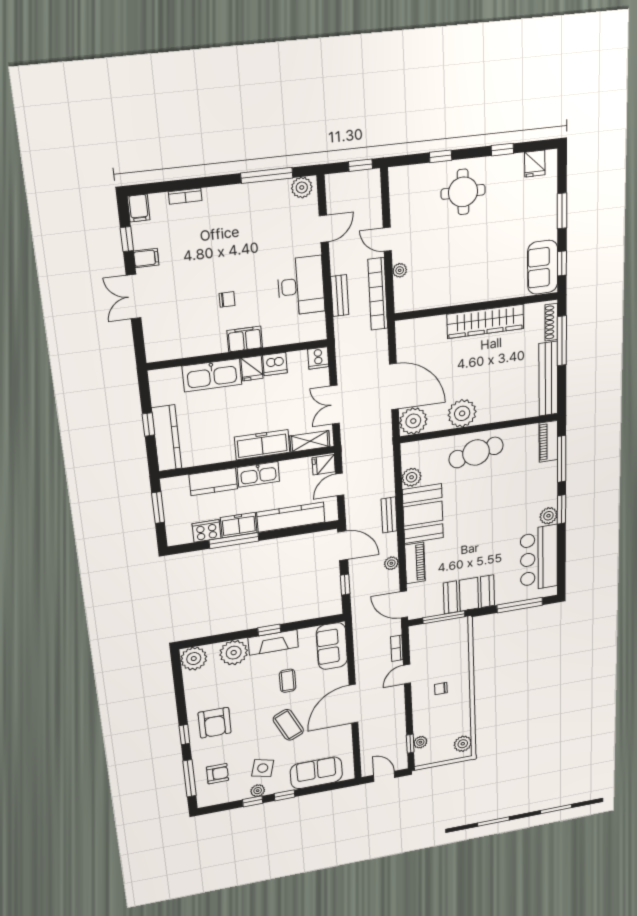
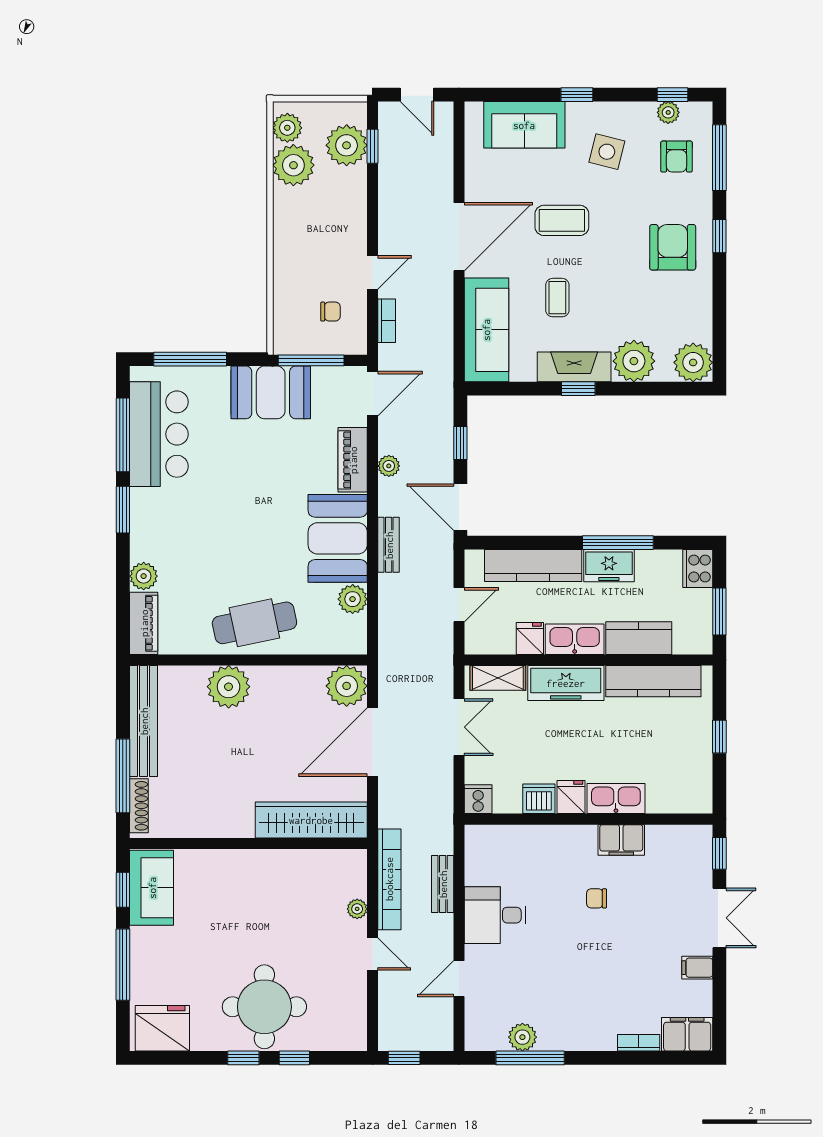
window: (502, 150) -> (243, 1058), moved
fridge: (535, 164) -> (162, 1028), width x1.88, depth x1.34
plant: (302, 187) -> (522, 1037), moved
round table: (463, 192) -> (264, 1007), width x1.36, depth x1.36
filing cabinet: (139, 208) -> (687, 1034), width x2.00
window: (562, 211) -> (123, 965), width x1.44
window: (127, 239) -> (719, 853), moved
desk: (301, 286) -> (495, 915), width x0.73
wardrobe: (485, 321) -> (311, 820), moved
filing cabinet: (245, 339) -> (621, 840), moved
kitchen sink: (212, 375) -> (616, 799), width x0.73, depth x0.81
door: (394, 387) -> (373, 742), hinge flipped
plant: (462, 413) -> (229, 687), moved
kitchen counter: (167, 438) -> (653, 681), moved, turned -90
window: (562, 459) -> (123, 435), moved
fridge: (324, 465) -> (530, 638), moved, turned -90
plant: (548, 516) -> (144, 576), moved
cooker: (206, 531) -> (698, 568), moved, turned 90
door: (404, 604) -> (373, 394), hinge flipped
sofa: (332, 646) -> (486, 330), width x1.36
chair: (441, 689) -> (330, 312), moved
plant: (458, 724) -> (293, 165), added
coffee table: (288, 725) -> (562, 220), turned -65
plant: (420, 742) -> (347, 145), width x1.88, depth x1.88
armchair: (217, 774) -> (677, 157), turned -90
plant: (258, 791) -> (668, 112), moved
window: (253, 801) -> (672, 95), moved

